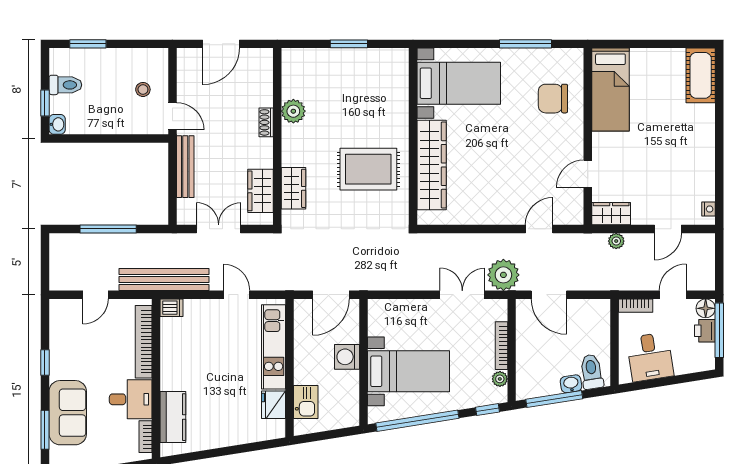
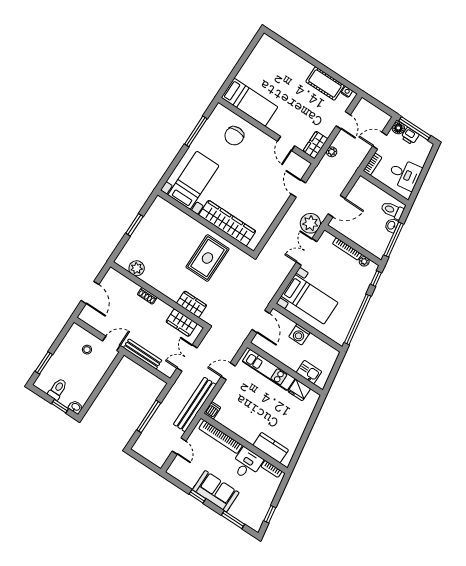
cot: (701, 75) -> (325, 84), moved
plant: (293, 111) -> (137, 268), moved
door: (673, 295) -> (380, 141), hinge flipped
bed with nightstands: (409, 371) -> (309, 299), moved, turned 90
sofa: (68, 413) -> (216, 491), moved

